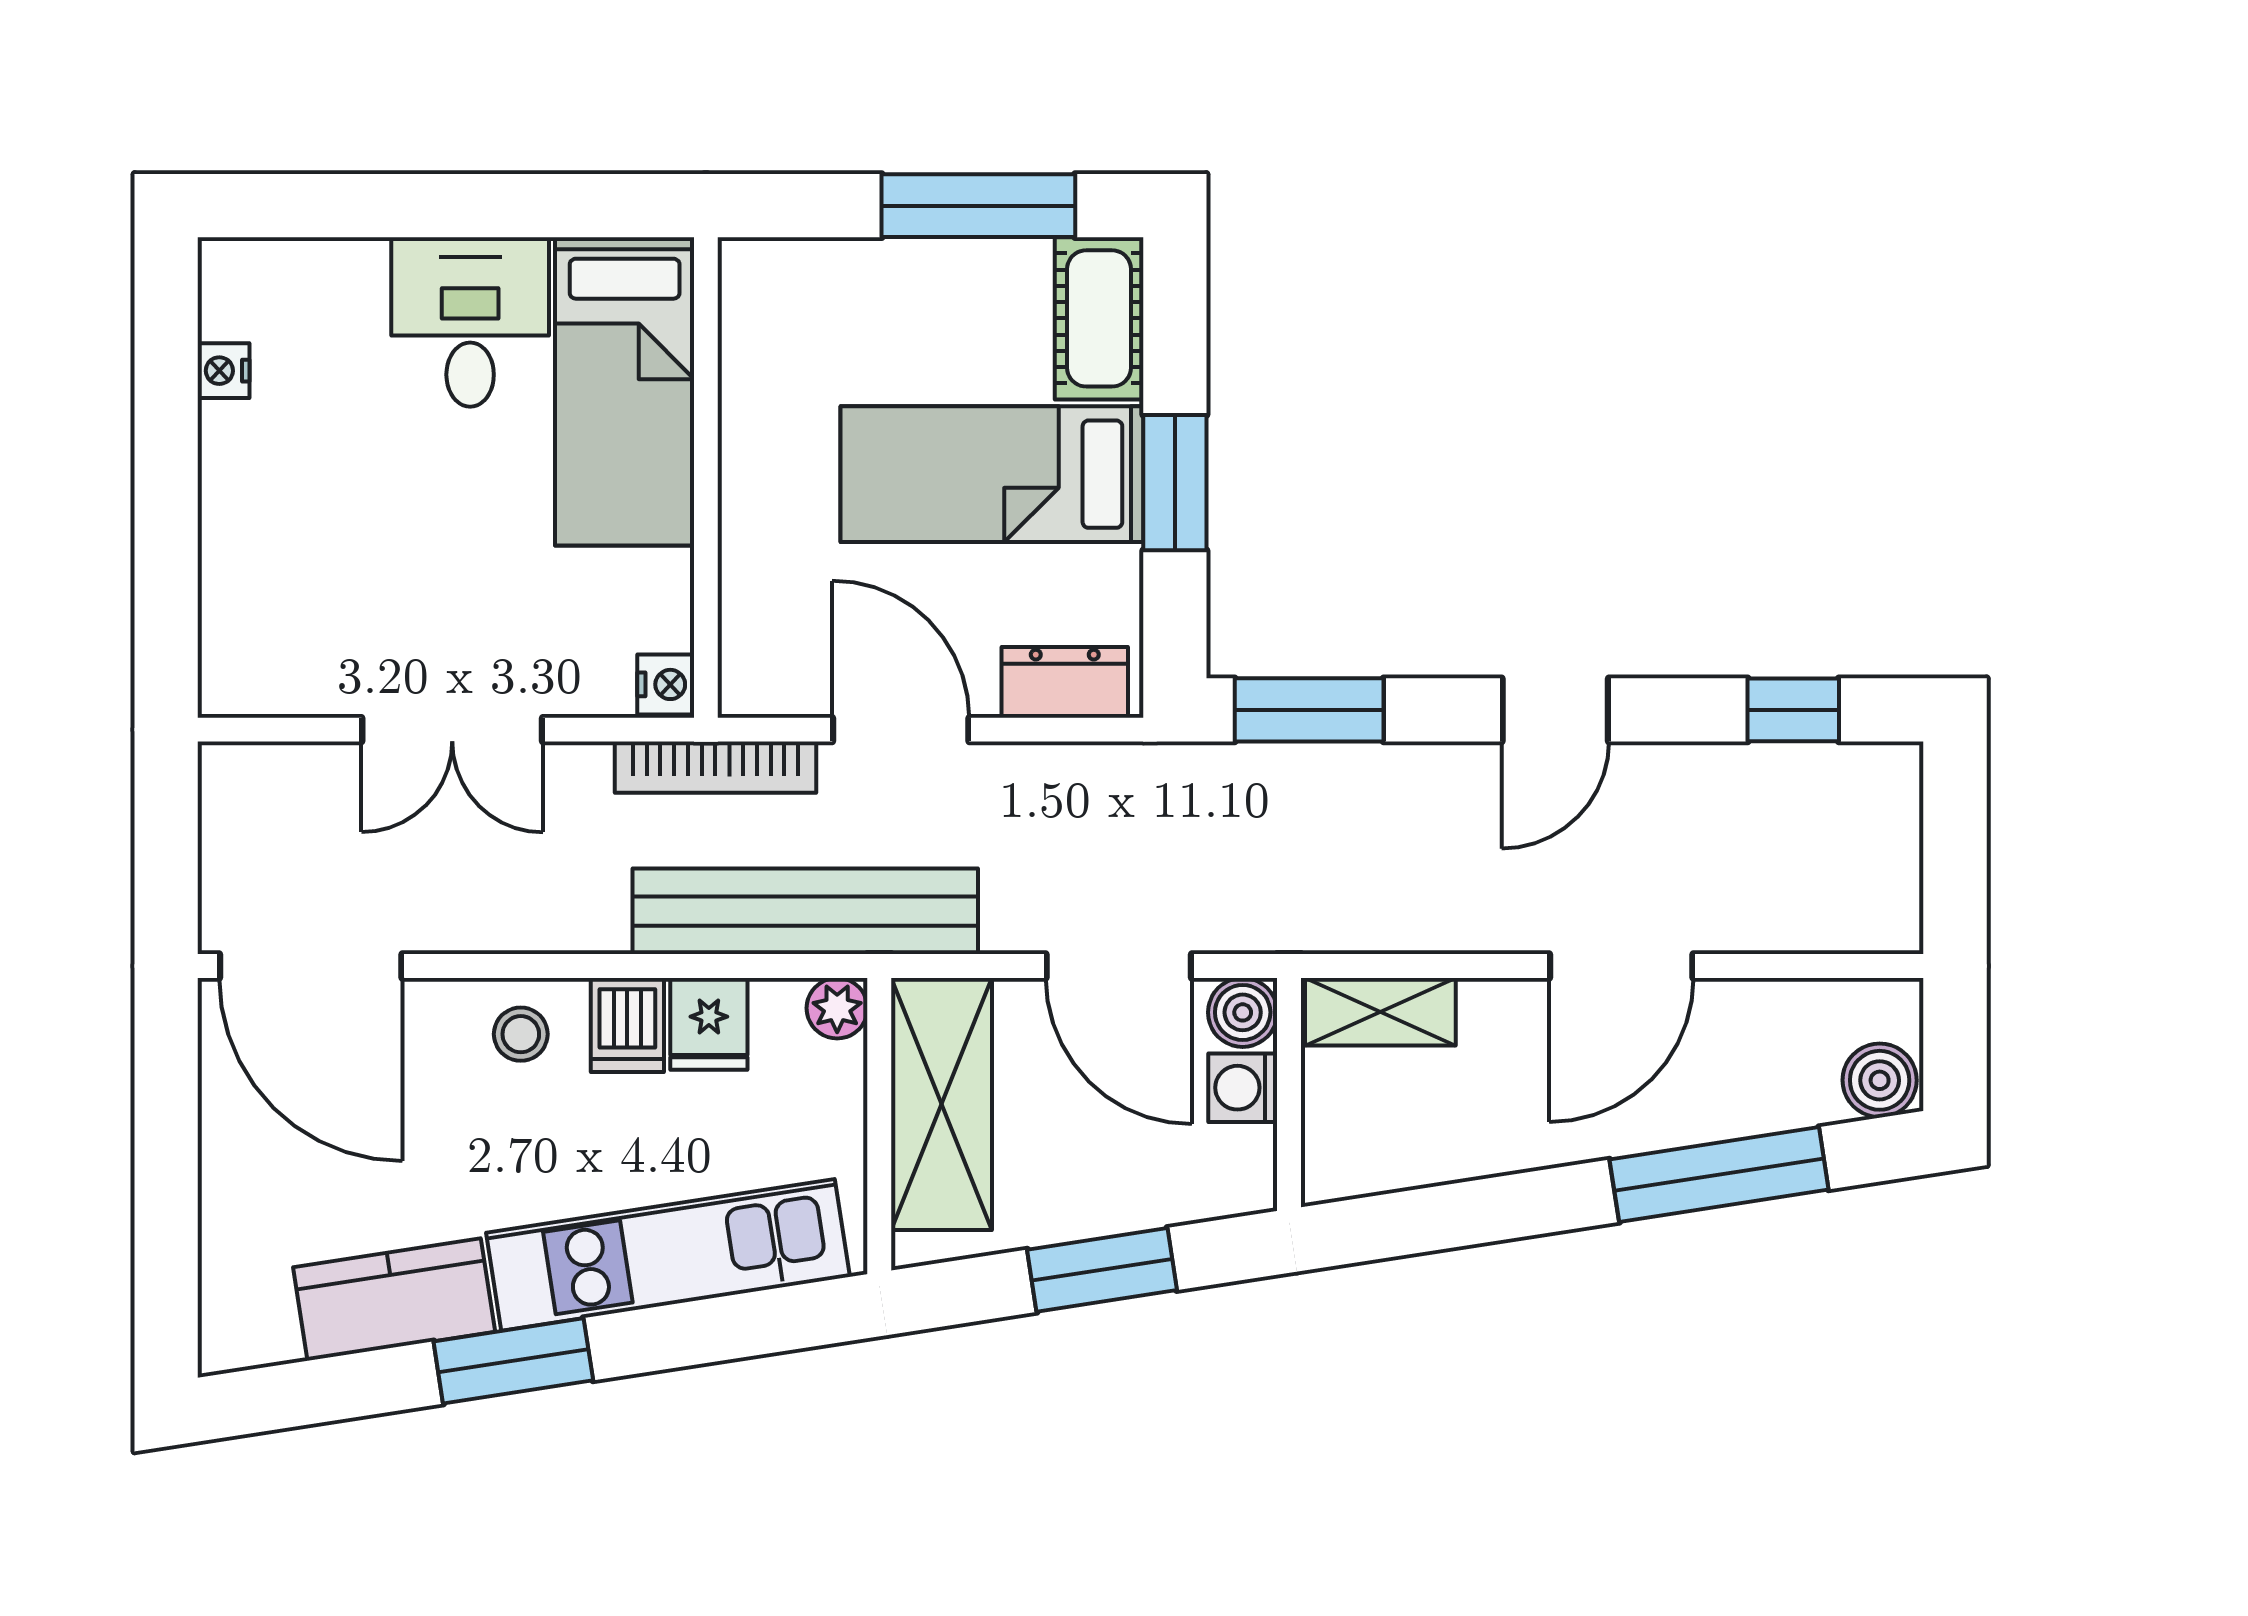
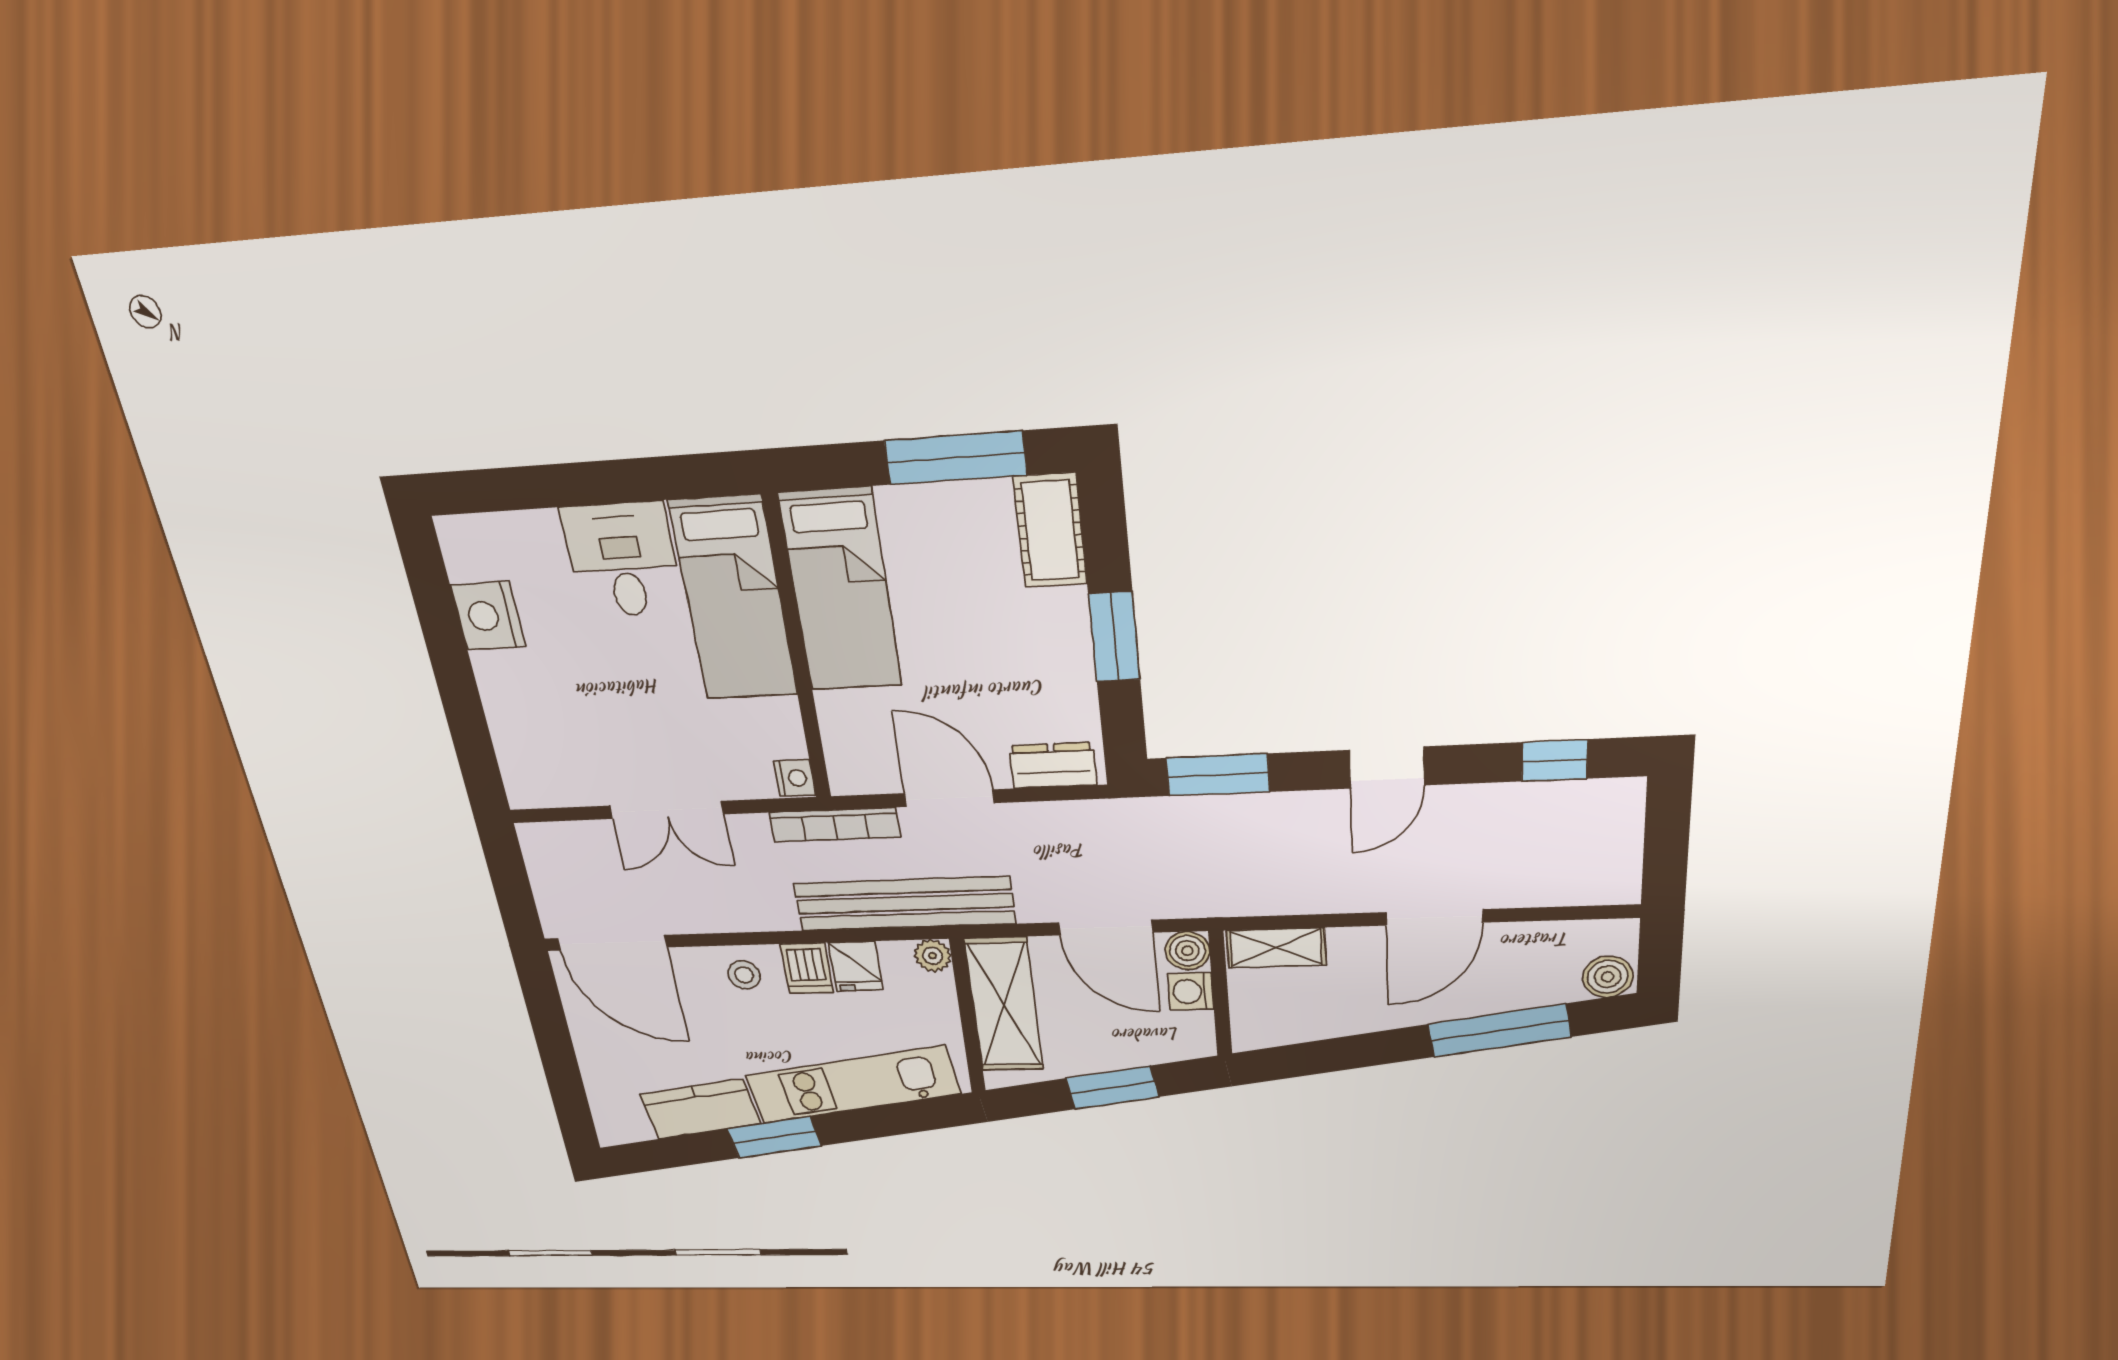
nightstand: (224, 371) -> (488, 616), width x1.89, depth x1.79
bed: (992, 474) -> (841, 591), moved, turned -90

